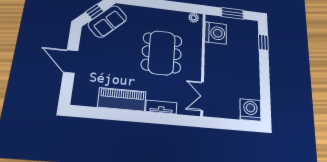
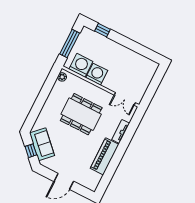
window: (232, 13) -> (70, 43), width x1.44
washing machine: (250, 110) -> (97, 74), moved, turned 90

